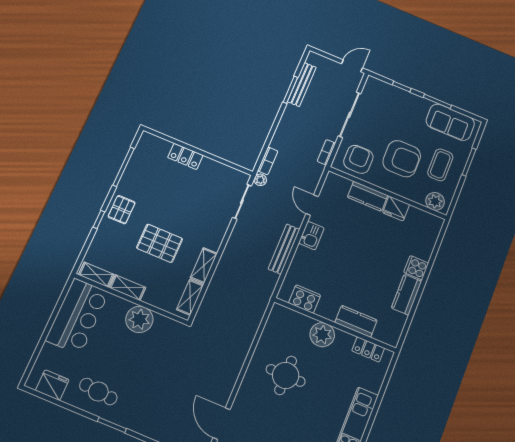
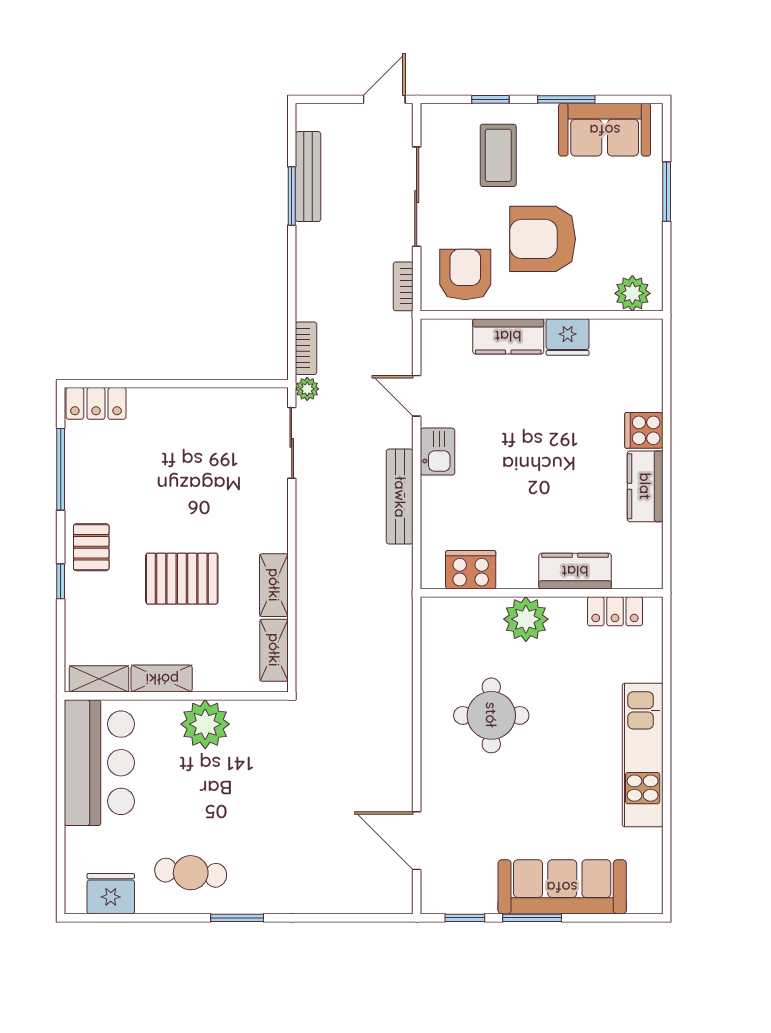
locker: (185, 156) -> (96, 403), moved
armchair: (402, 159) -> (543, 239), turned 180
coffee table: (440, 165) -> (498, 155), moved

